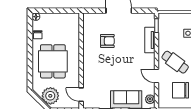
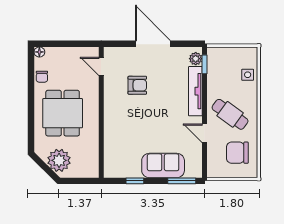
tv unit: (150, 40) -> (195, 91), width x1.41
door: (81, 95) -> (101, 66), moved
plant: (150, 99) -> (196, 59), moved

